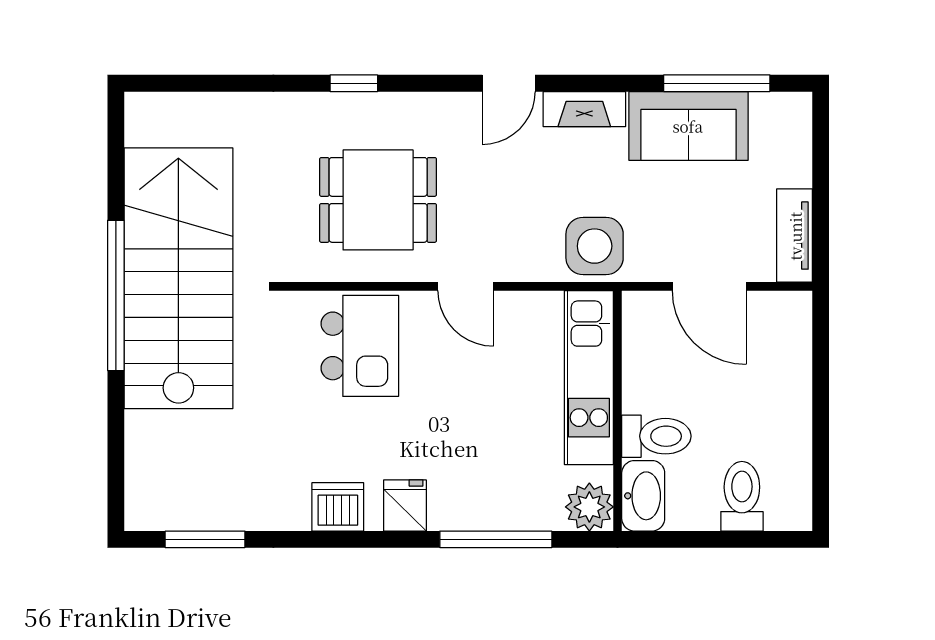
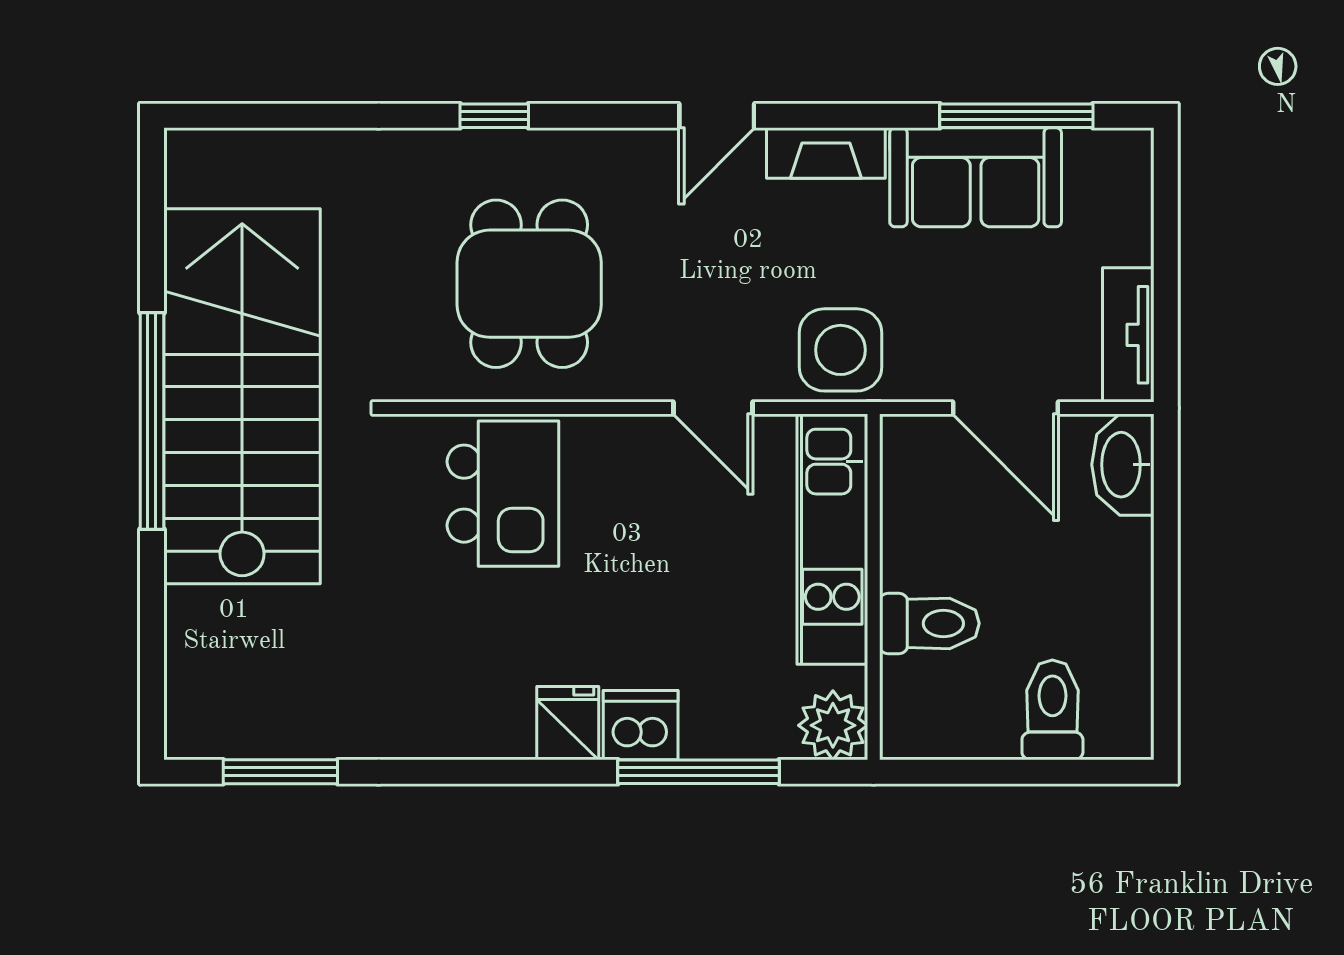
dining table: (378, 200) -> (529, 284), turned 90
door: (466, 286) -> (713, 408), moved
washbasin: (643, 496) -> (1123, 465), moved, turned 180
dishwasher: (338, 507) -> (641, 725), moved

